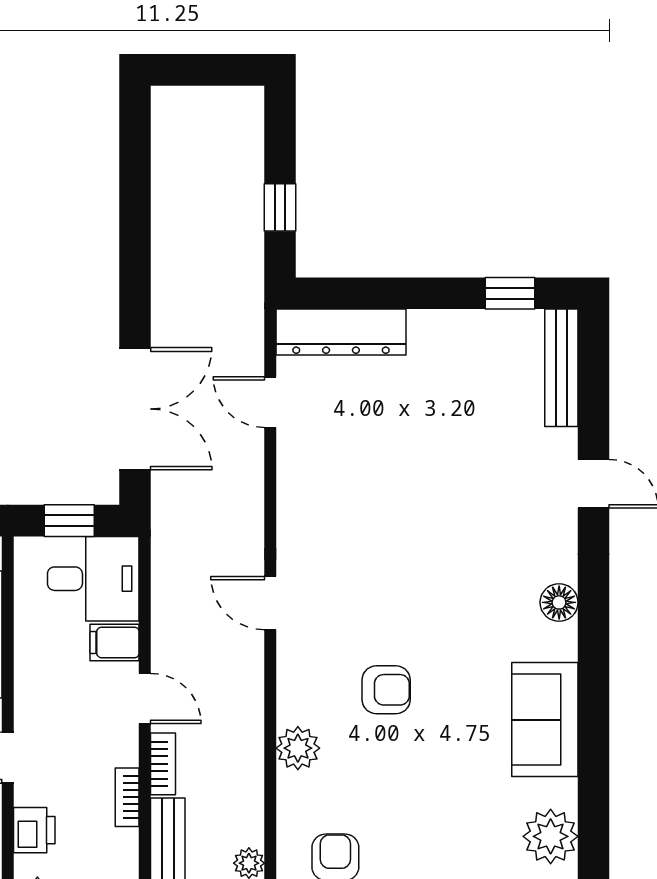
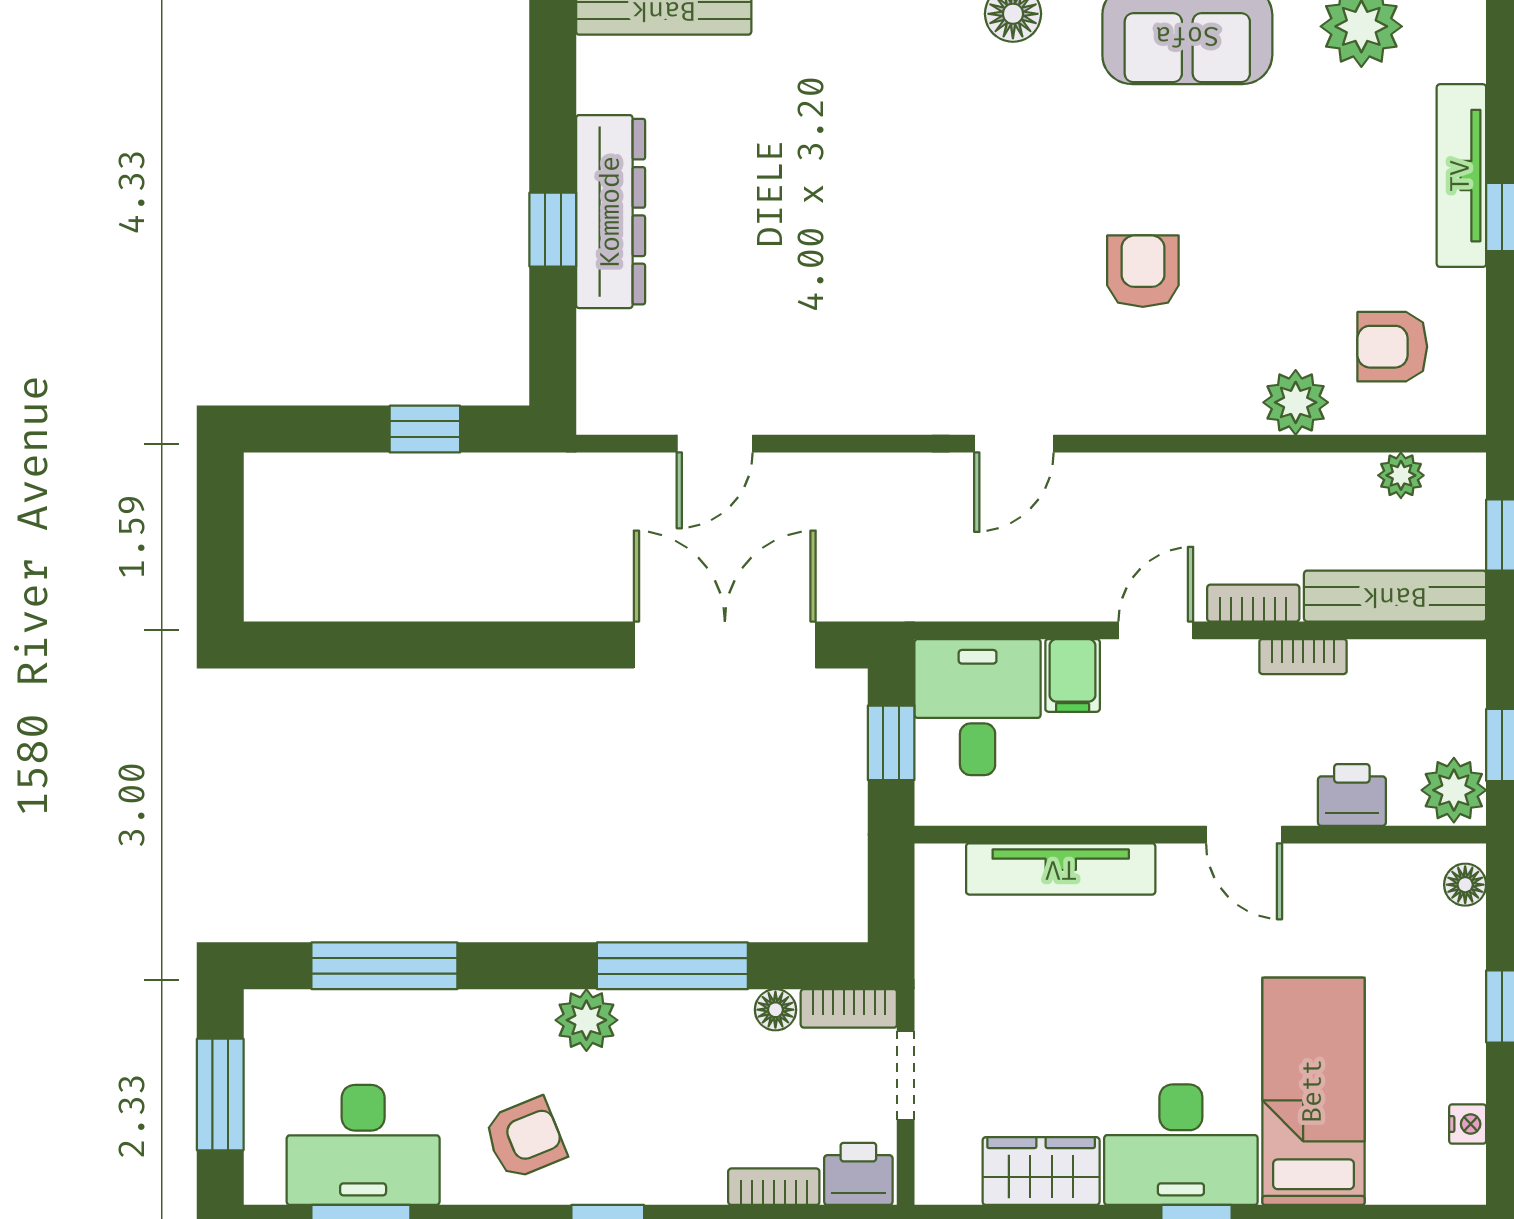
window: (510, 293) -> (553, 230), moved
dresser: (341, 332) -> (611, 212), moved
plant: (298, 748) -> (1296, 402), moved

